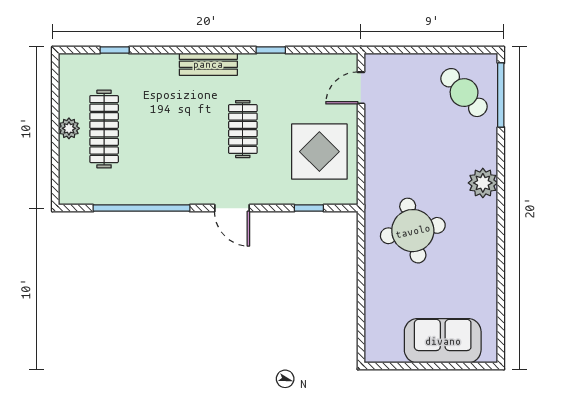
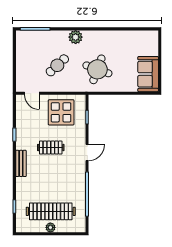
cafe table: (464, 93) -> (57, 65), moved
clothes rail: (104, 129) -> (51, 211), width x1.37, depth x1.31
round table: (413, 231) -> (97, 69), turned 32
sofa: (443, 341) -> (148, 74), moved

